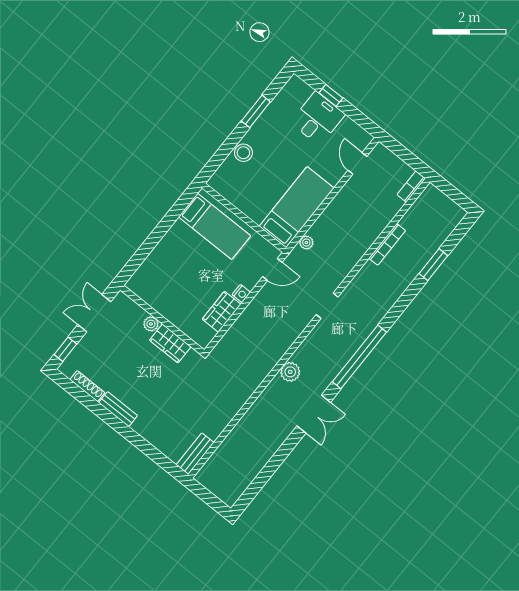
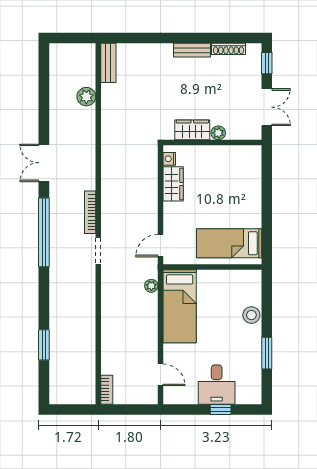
bookcase: (387, 244) -> (90, 212), moved
nightstand: (241, 294) -> (169, 159), moved
plant: (290, 372) -> (86, 97), moved

